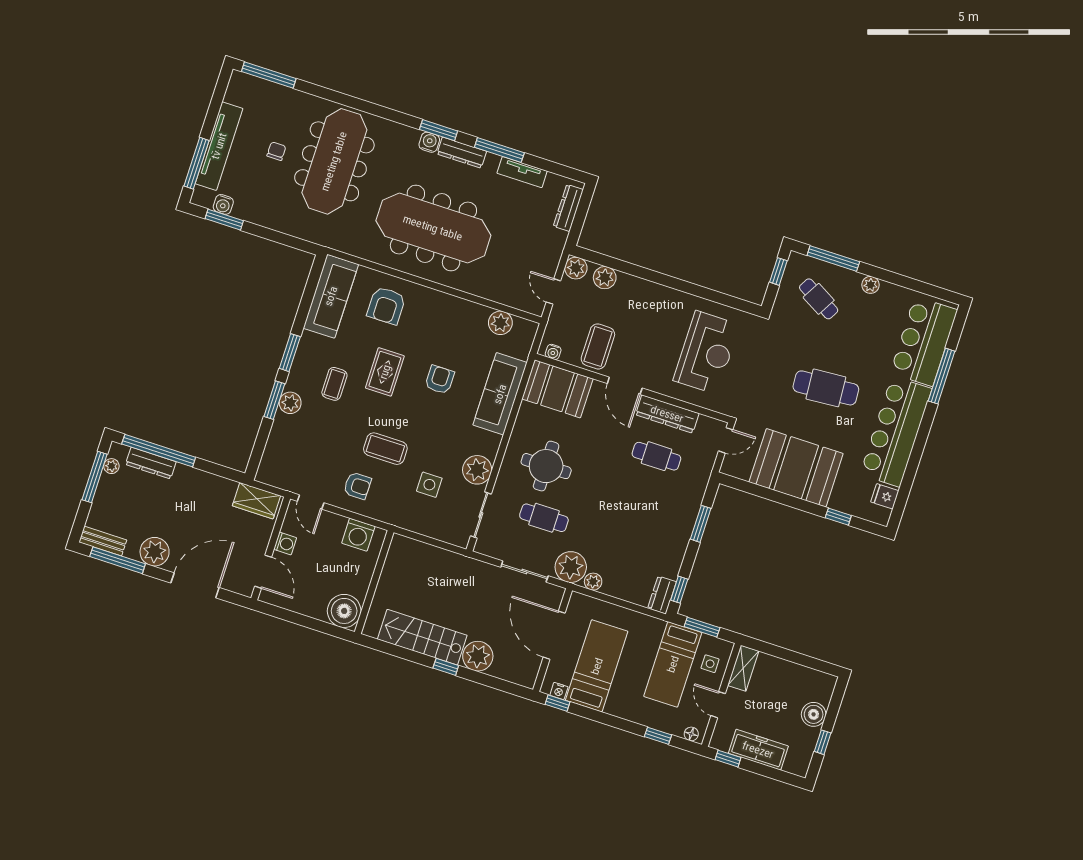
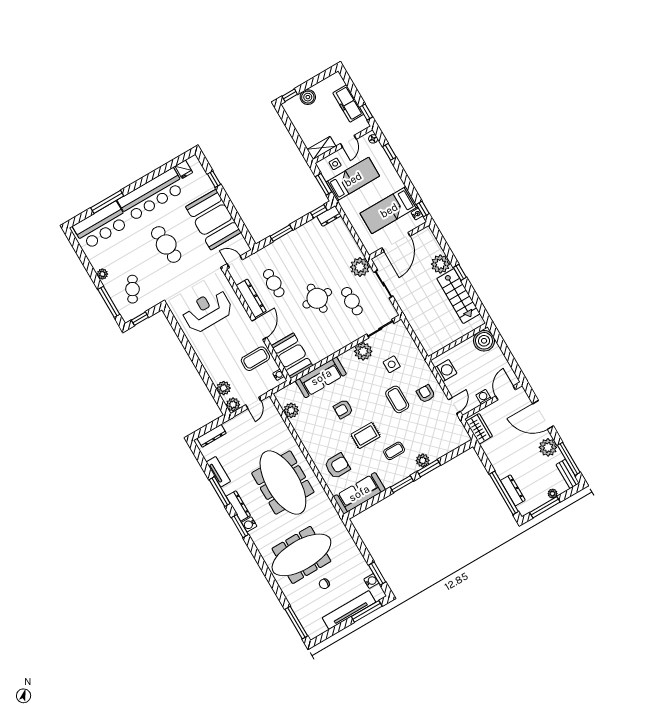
plant: (111, 466) -> (553, 494), moved
round table: (546, 466) -> (317, 298), moved
plant: (593, 582) -> (356, 251), removed
window: (823, 742) -> (290, 95), moved

